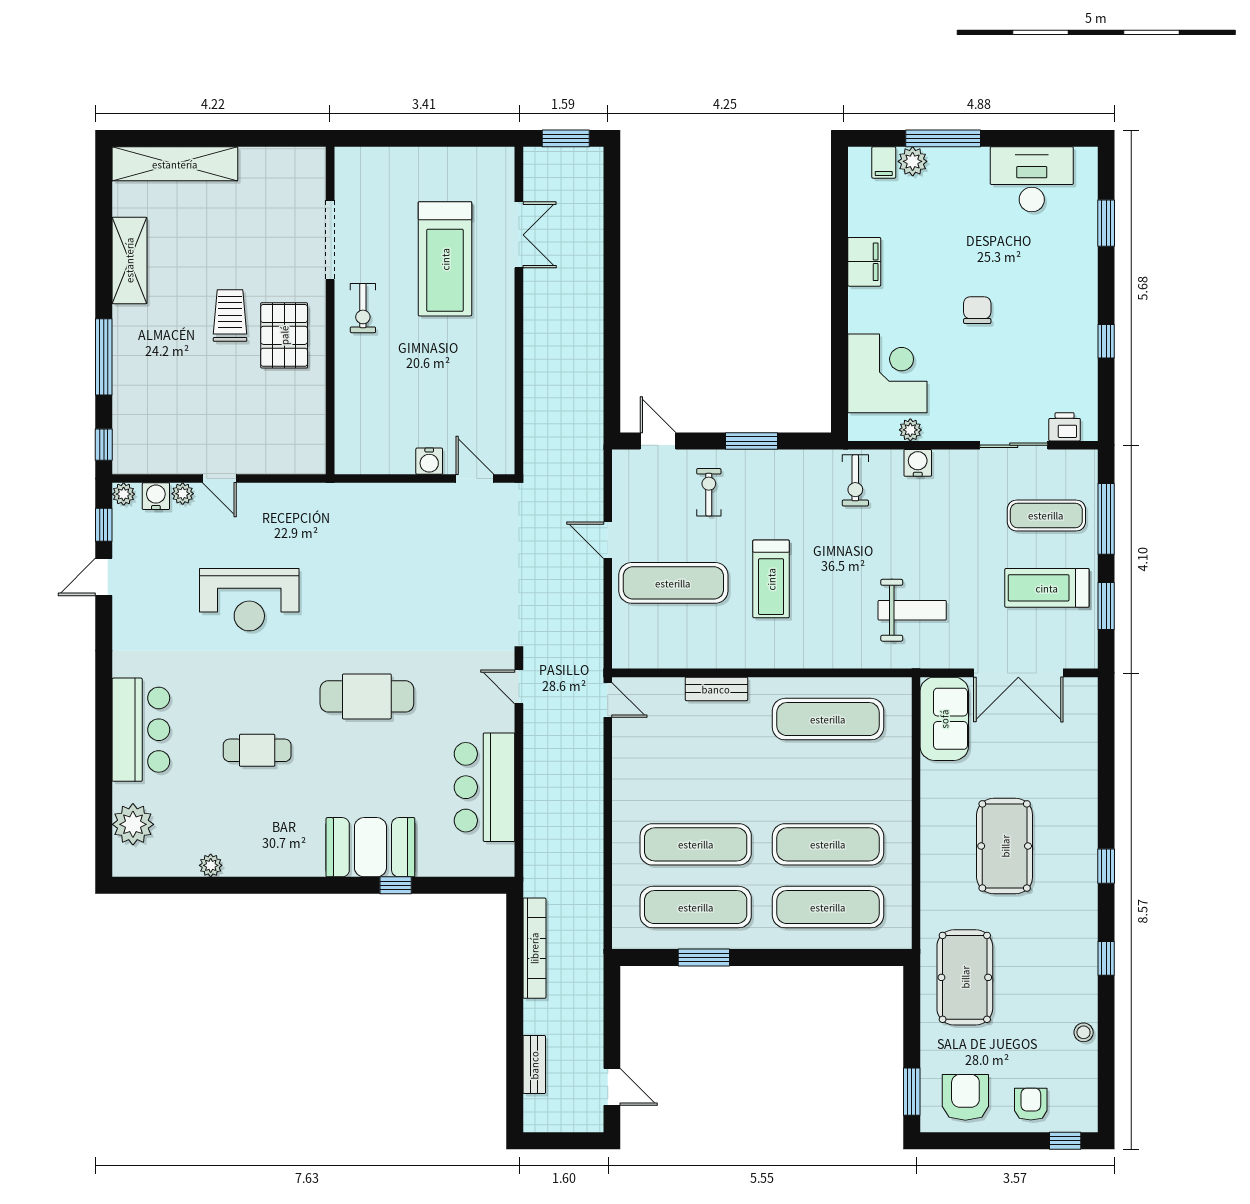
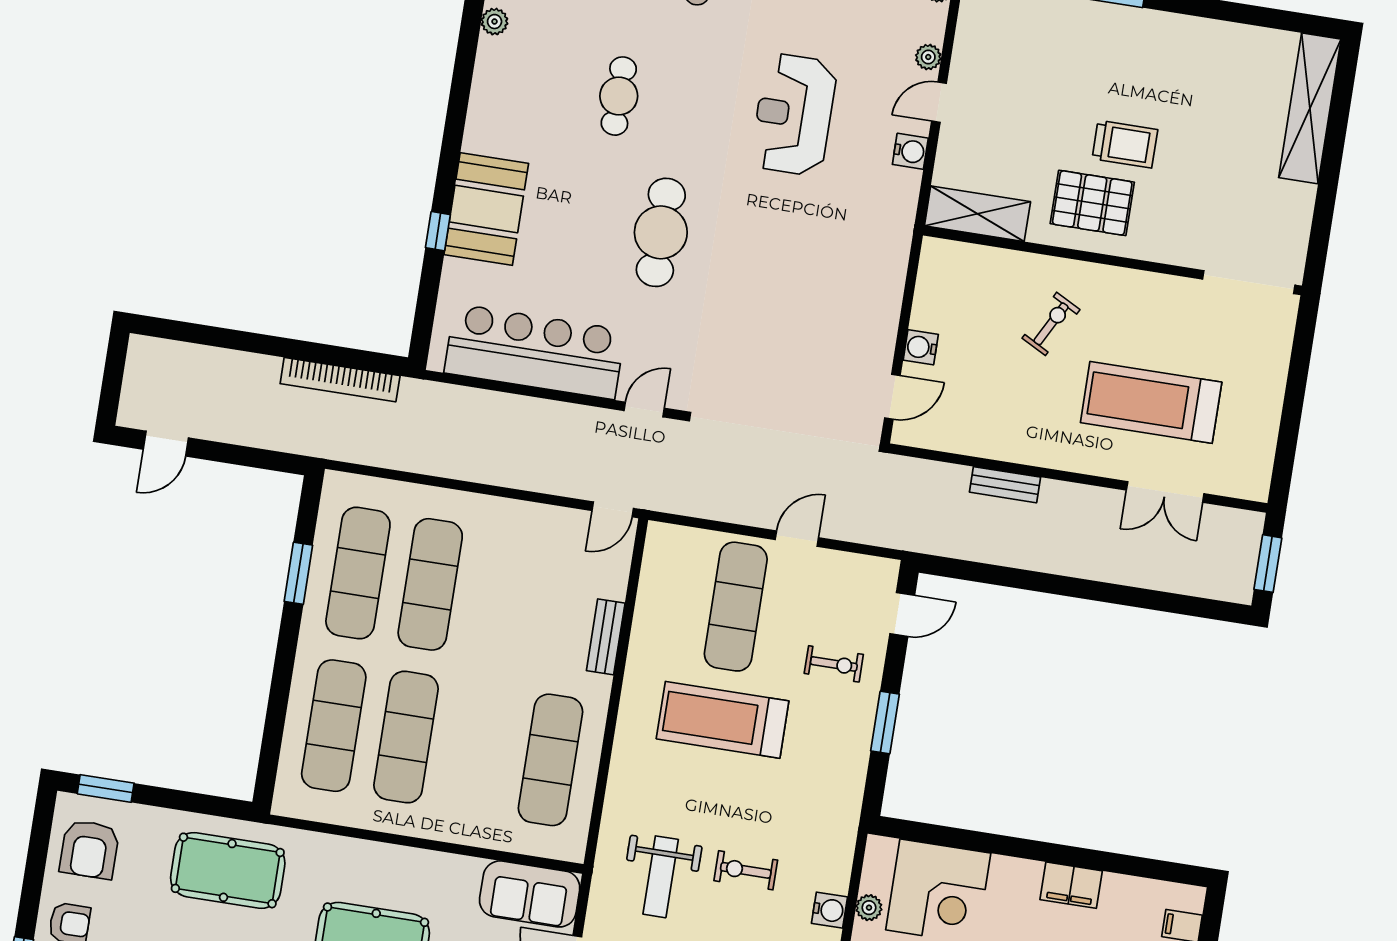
doorway: (330, 240) -> (1249, 282), moved
shelving: (129, 260) -> (977, 214), moved
exercise bike: (363, 308) -> (1051, 324), moved, turned 118
exercise bike: (855, 480) -> (746, 870), moved
water cooler: (156, 496) -> (910, 151), moved
treadmill: (771, 579) -> (723, 720), width x1.37, depth x1.37
bar counter: (485, 787) -> (535, 351), width x1.36
bench: (534, 1065) -> (1005, 485), moved
armchair: (965, 1097) -> (89, 849), turned 90

